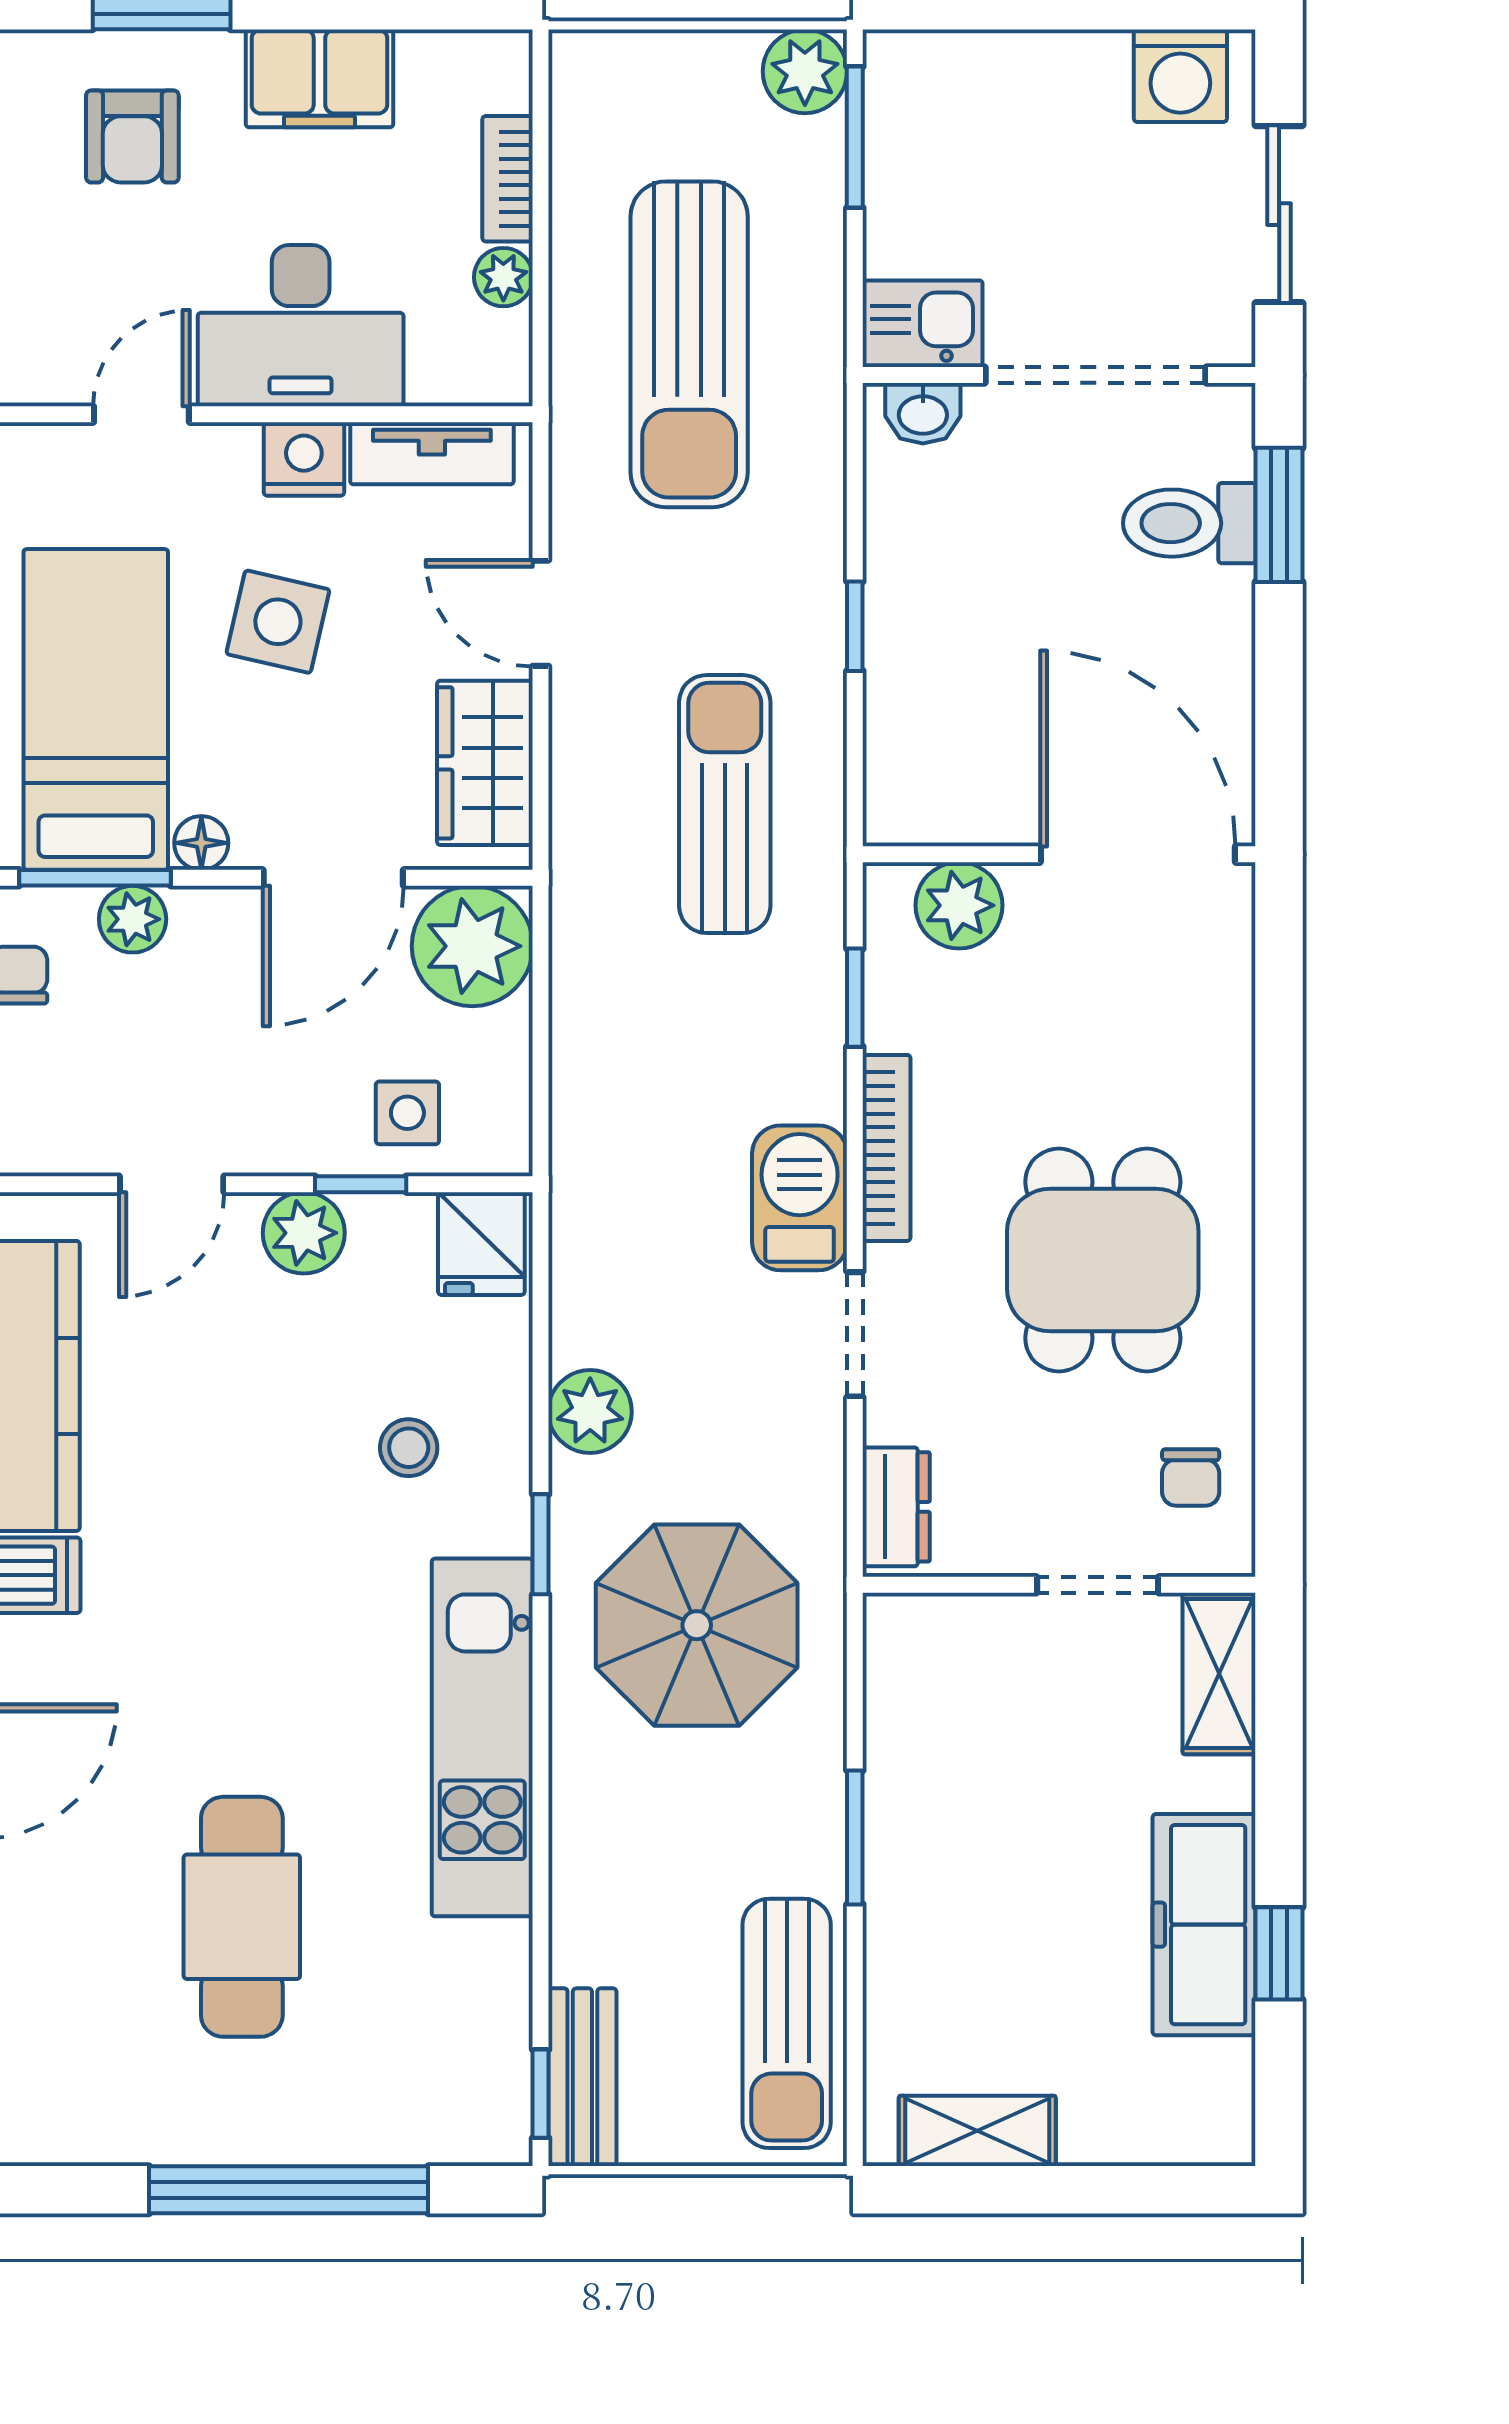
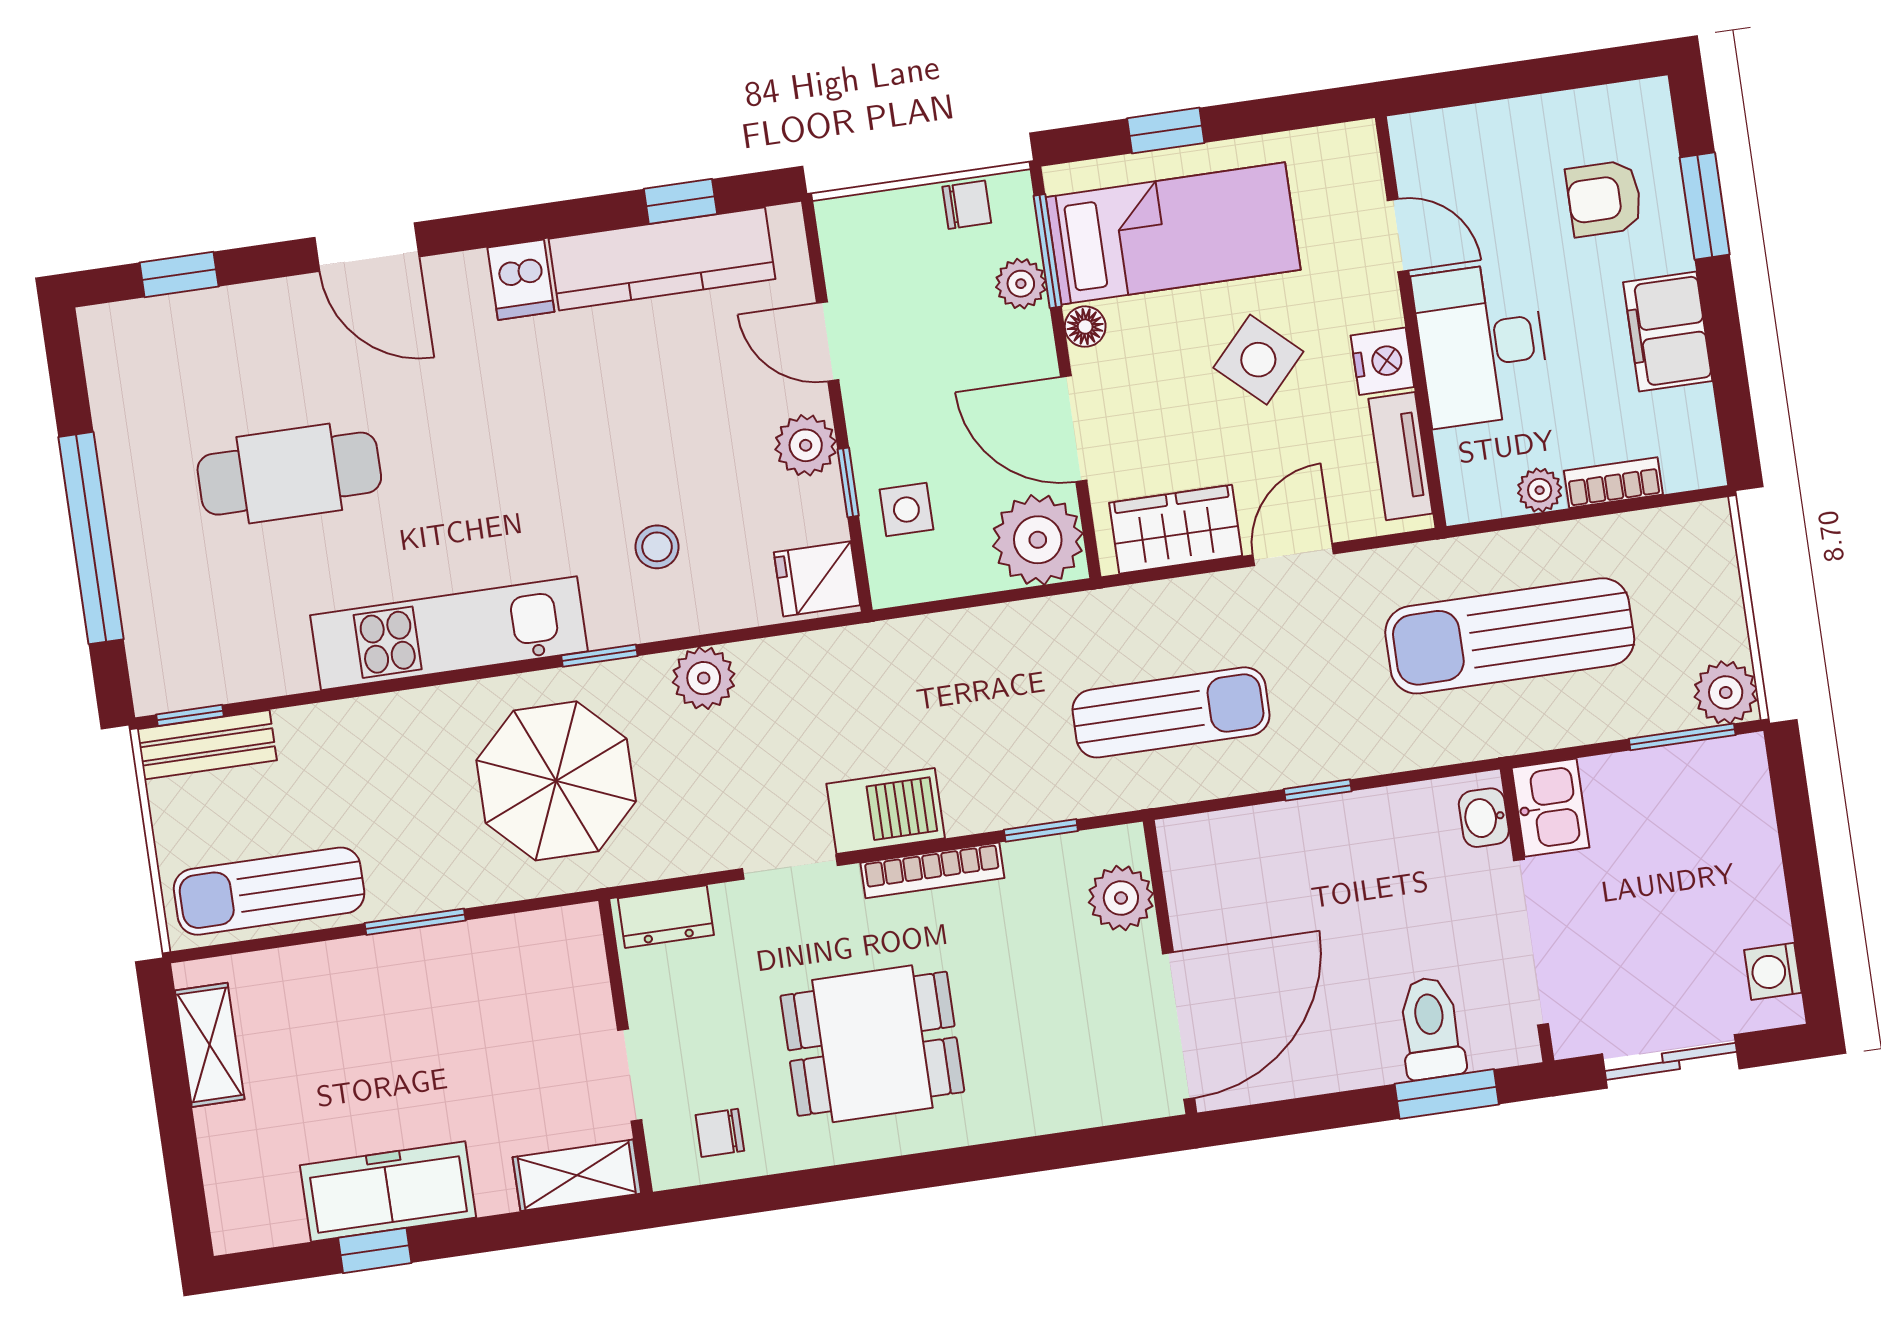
washing machine: (1180, 76) -> (1773, 971), width x0.73, depth x0.73
side table: (278, 622) -> (1258, 360), turned 30

